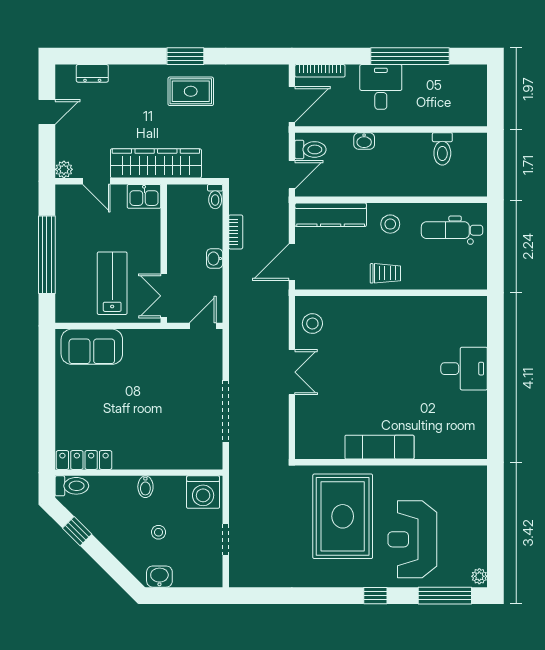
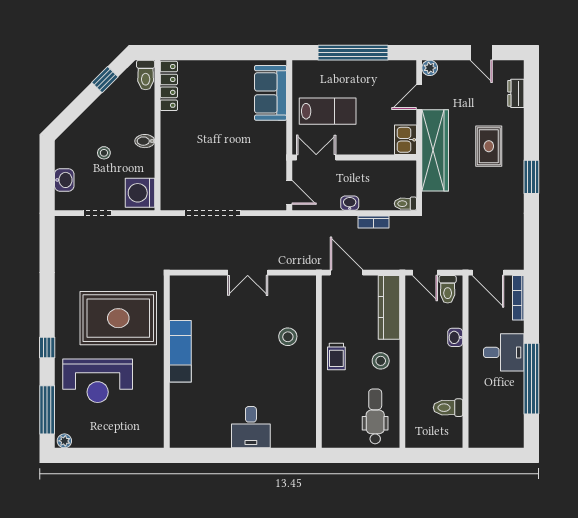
rug: (191, 91) -> (489, 146), moved
stool: (312, 324) -> (288, 337), moved
reception desk: (412, 539) -> (98, 381), turned 180
washbasin: (159, 577) -> (64, 180), moved

